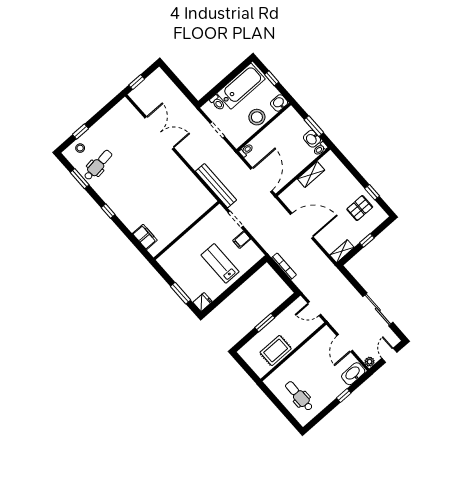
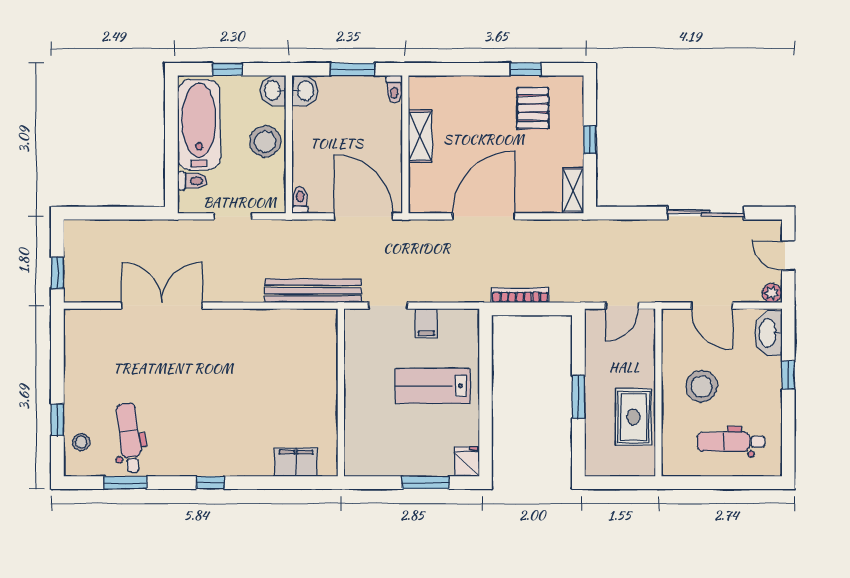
washbasin: (312, 139) -> (305, 91), moved, turned -90
stool: (310, 366) -> (702, 386), added

